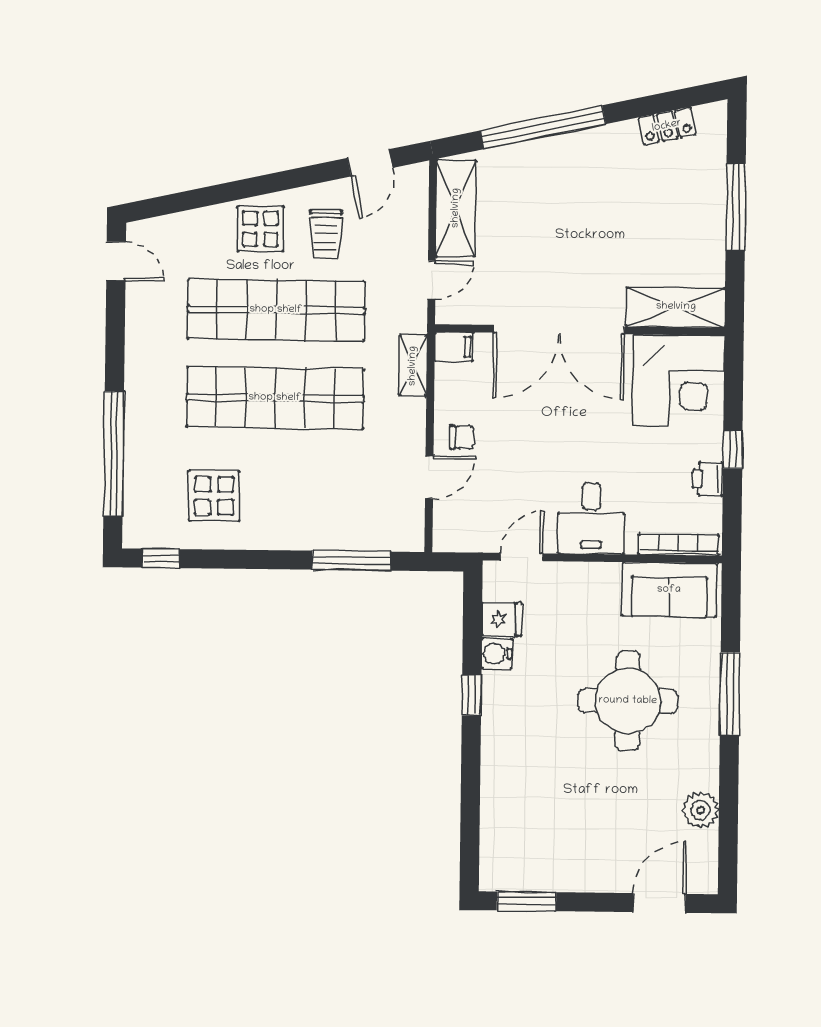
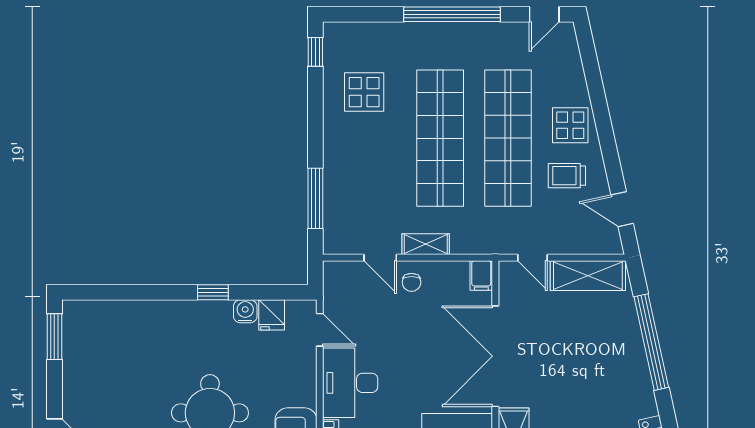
shelving: (413, 366) -> (426, 244), moved
window: (114, 454) -> (452, 14), moved
desk: (591, 518) -> (350, 383), width x1.37

